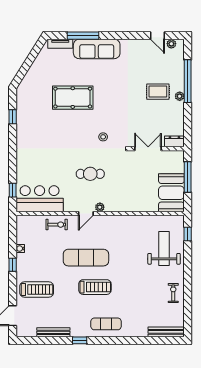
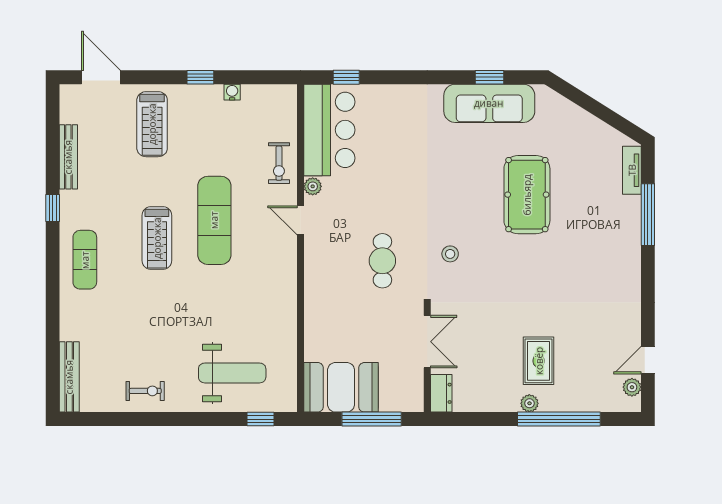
sofa: (97, 49) -> (489, 103), moved, turned -90
cafe table: (90, 174) -> (382, 261), moved
plant: (100, 207) -> (313, 186), moved

